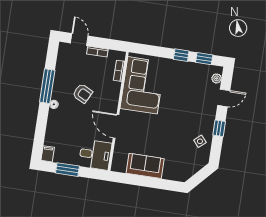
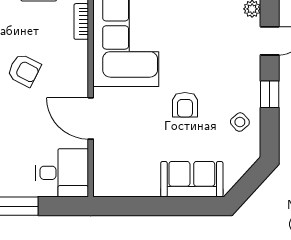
armchair: (170, 127) -> (185, 105), added
sofa: (145, 166) -> (192, 179), moved

